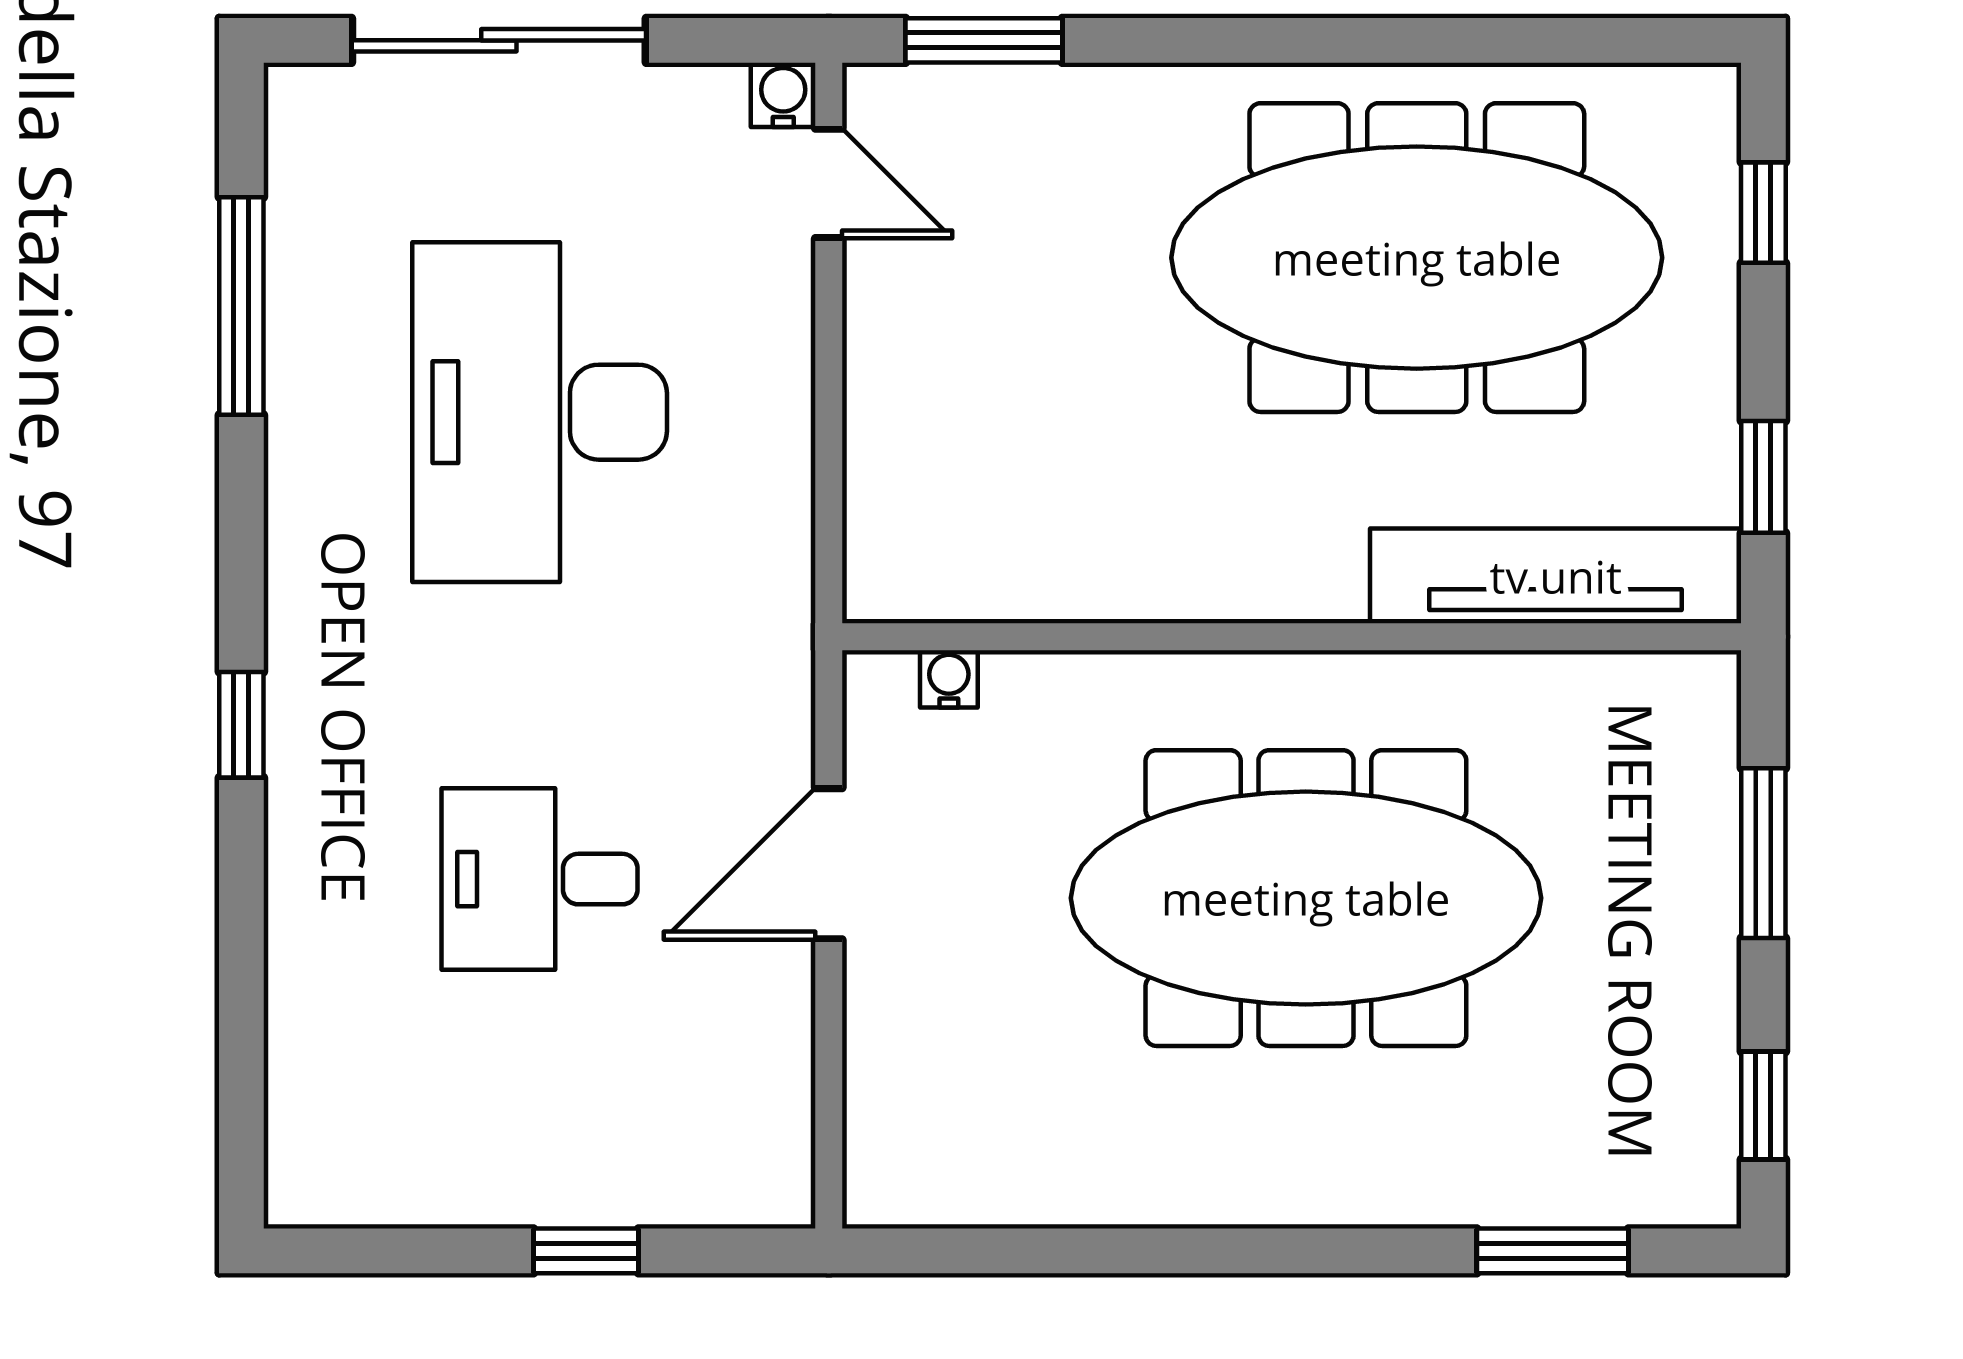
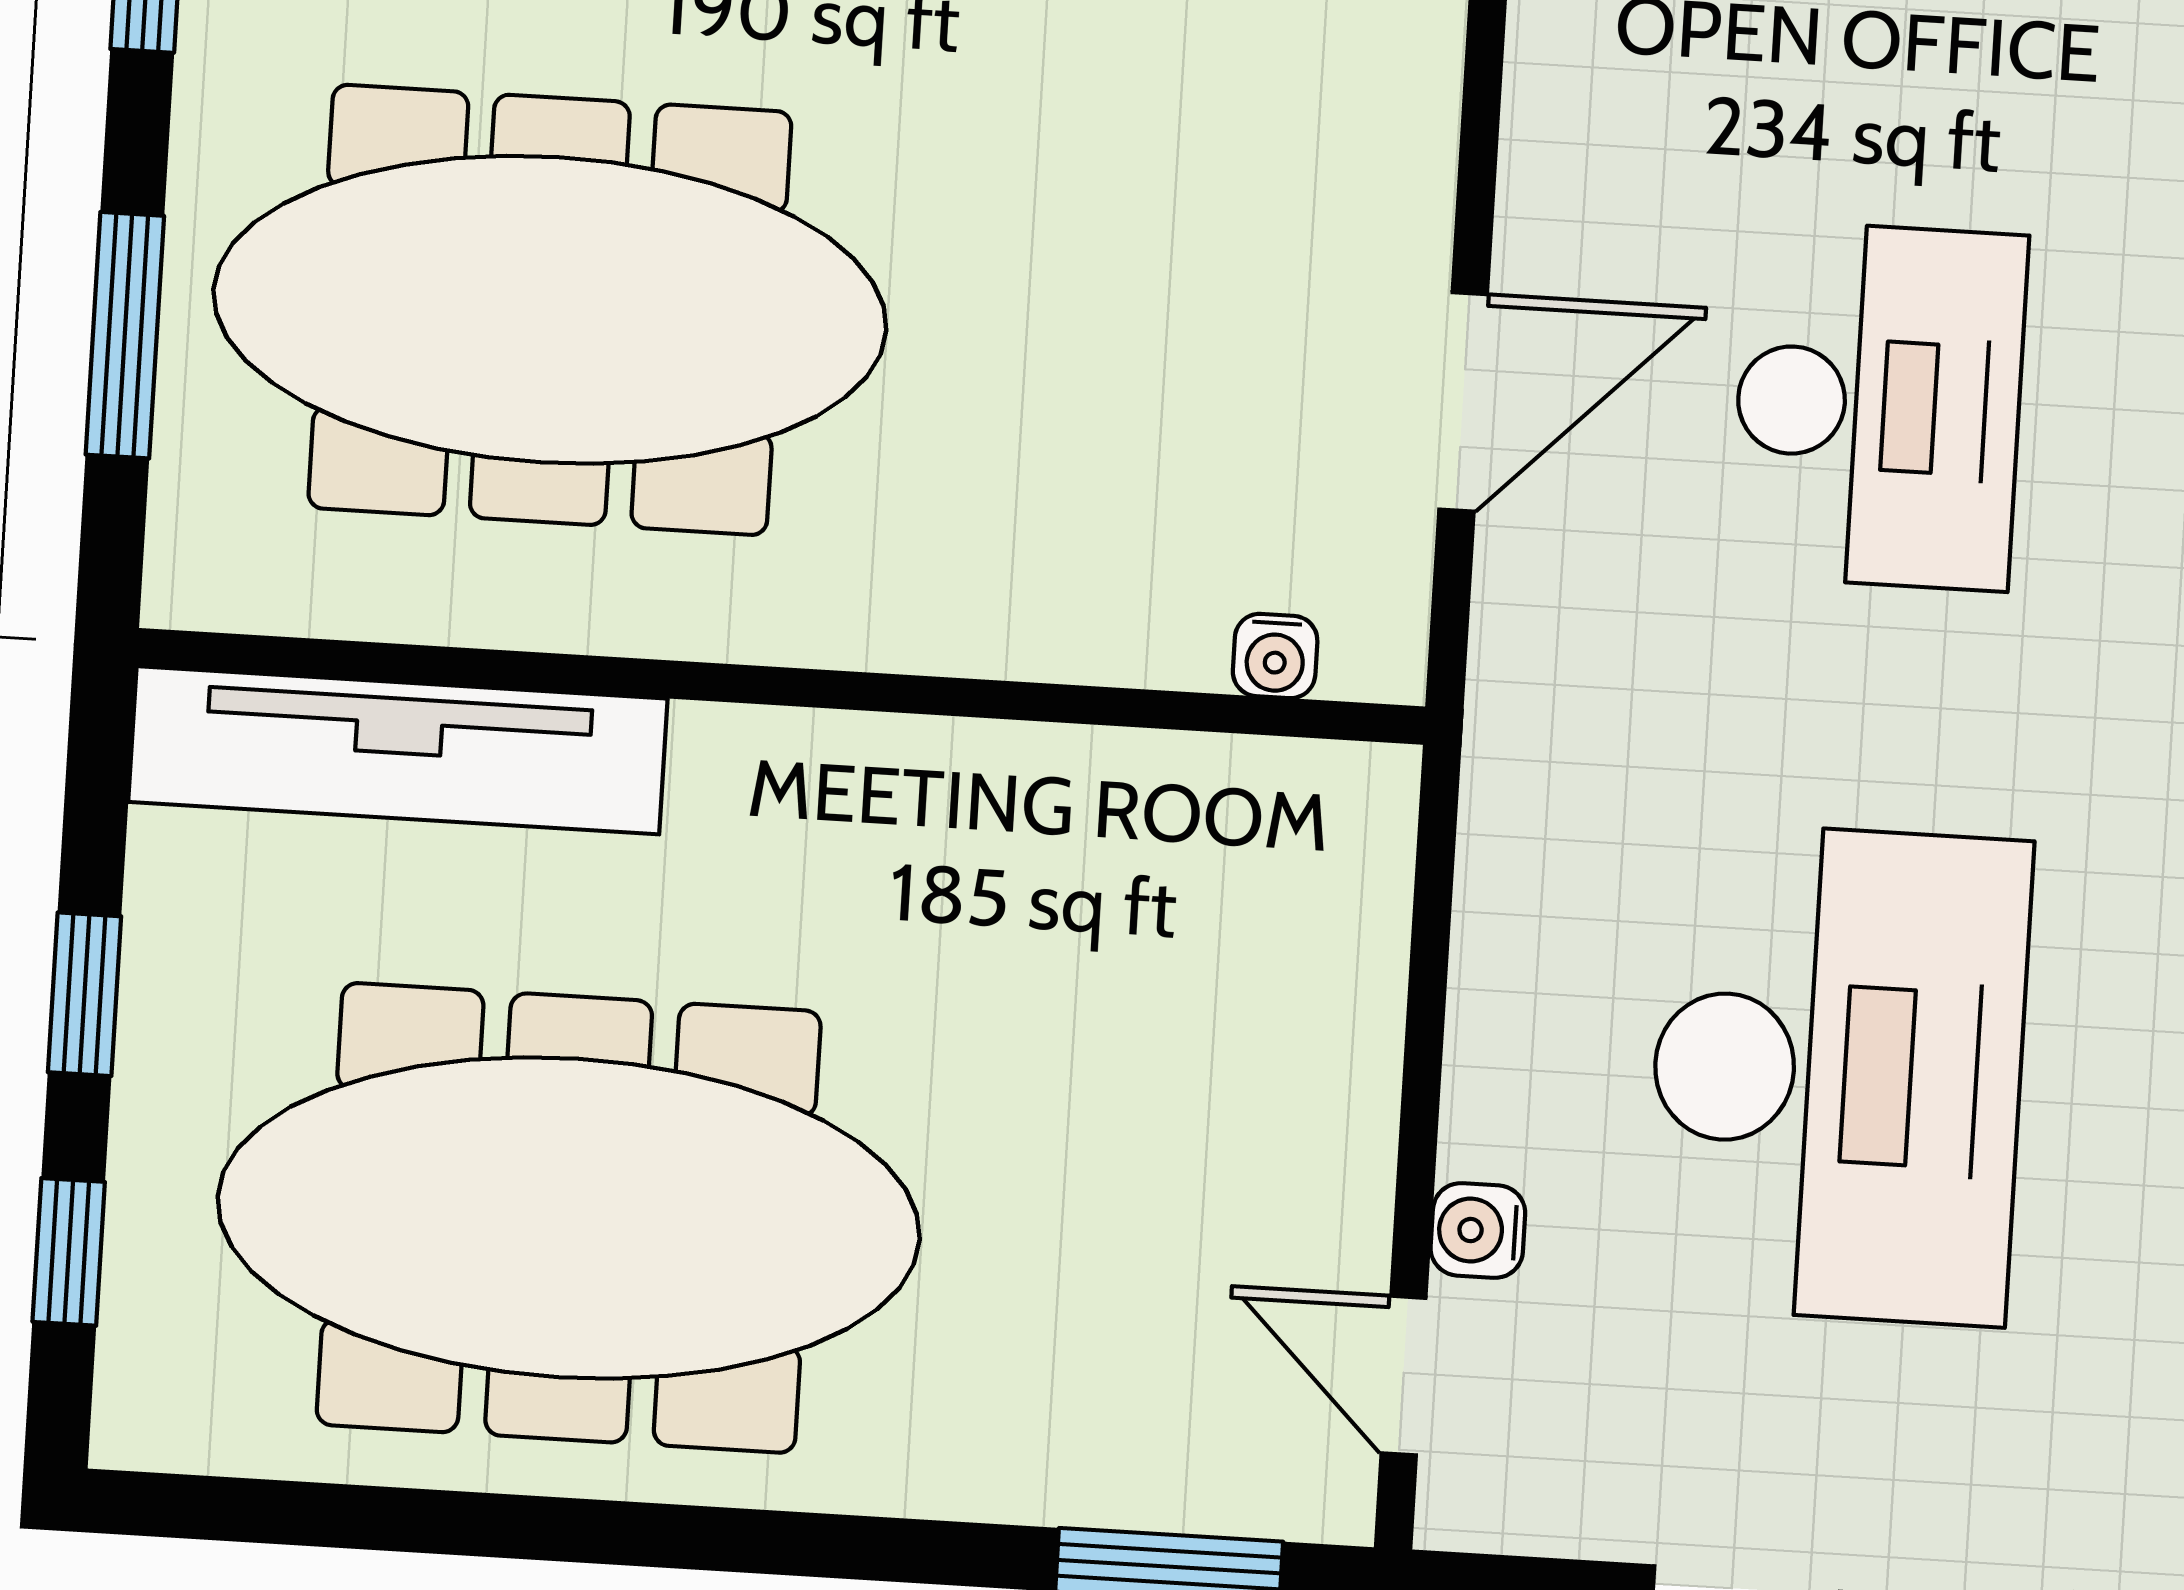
water cooler: (783, 95) -> (1478, 1230), moved, turned 90
window: (1763, 477) -> (84, 994), moved
desk: (540, 879) -> (1878, 405), width x1.37
meeting table: (1306, 898) -> (550, 310), moved

